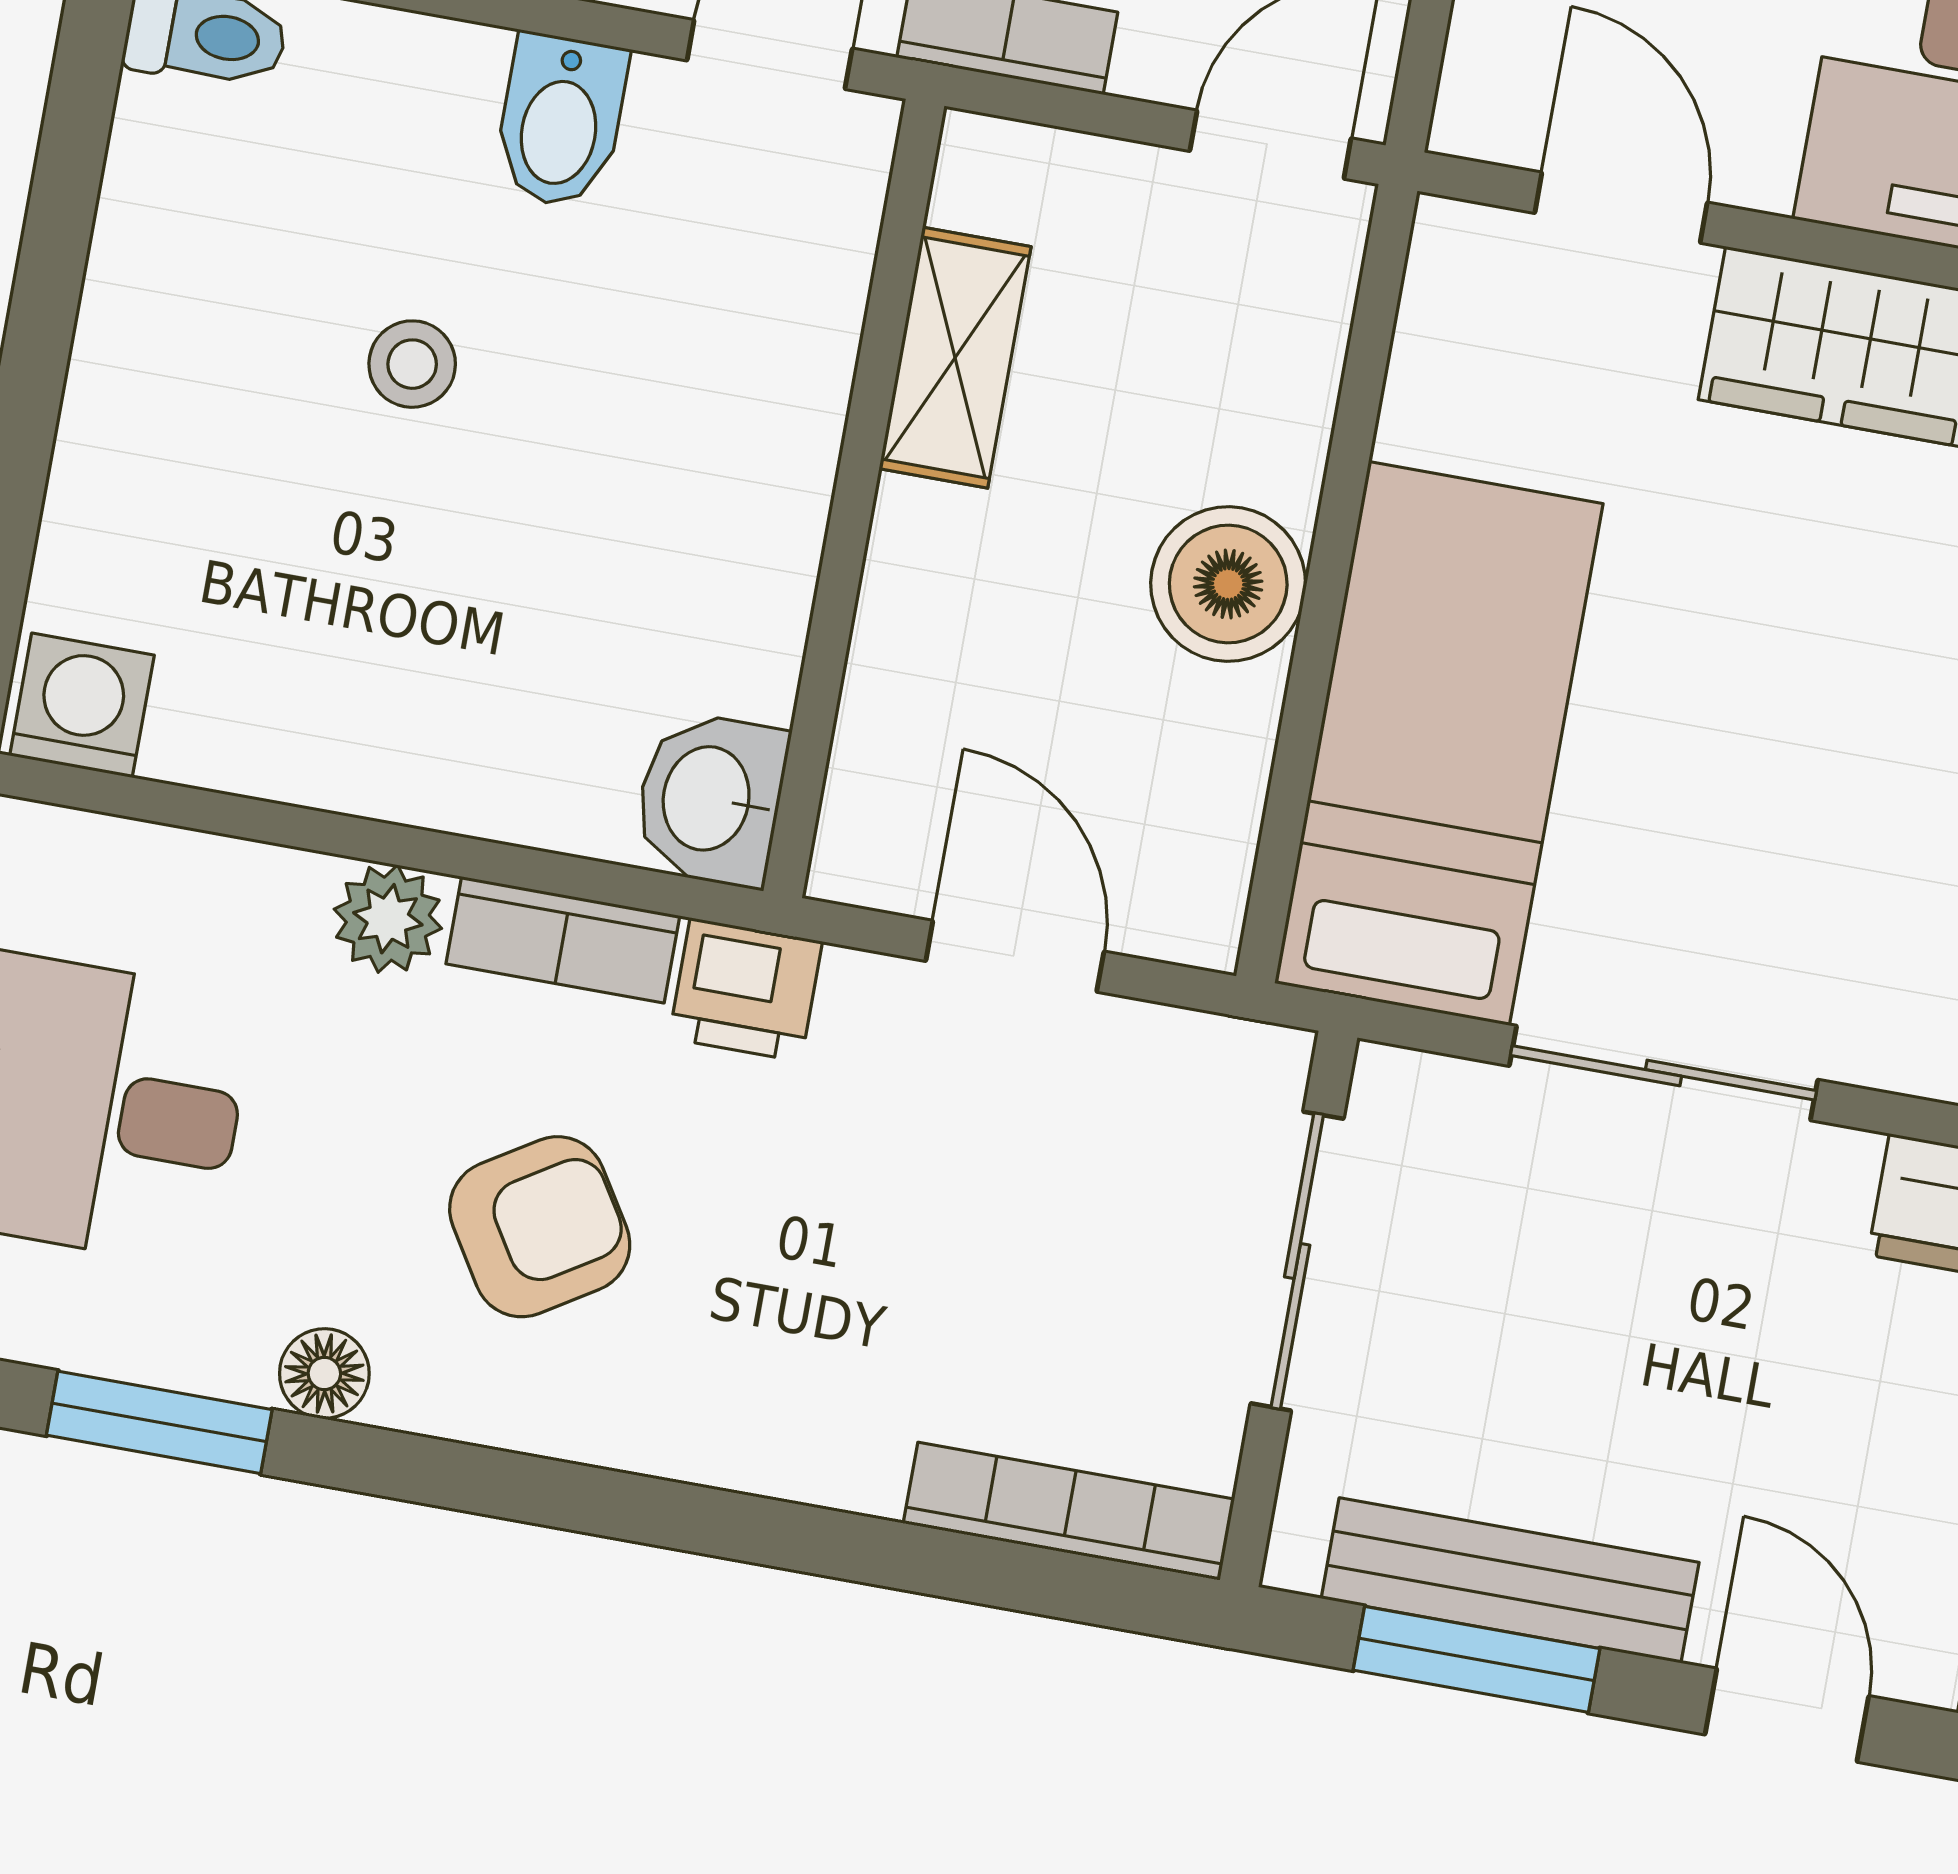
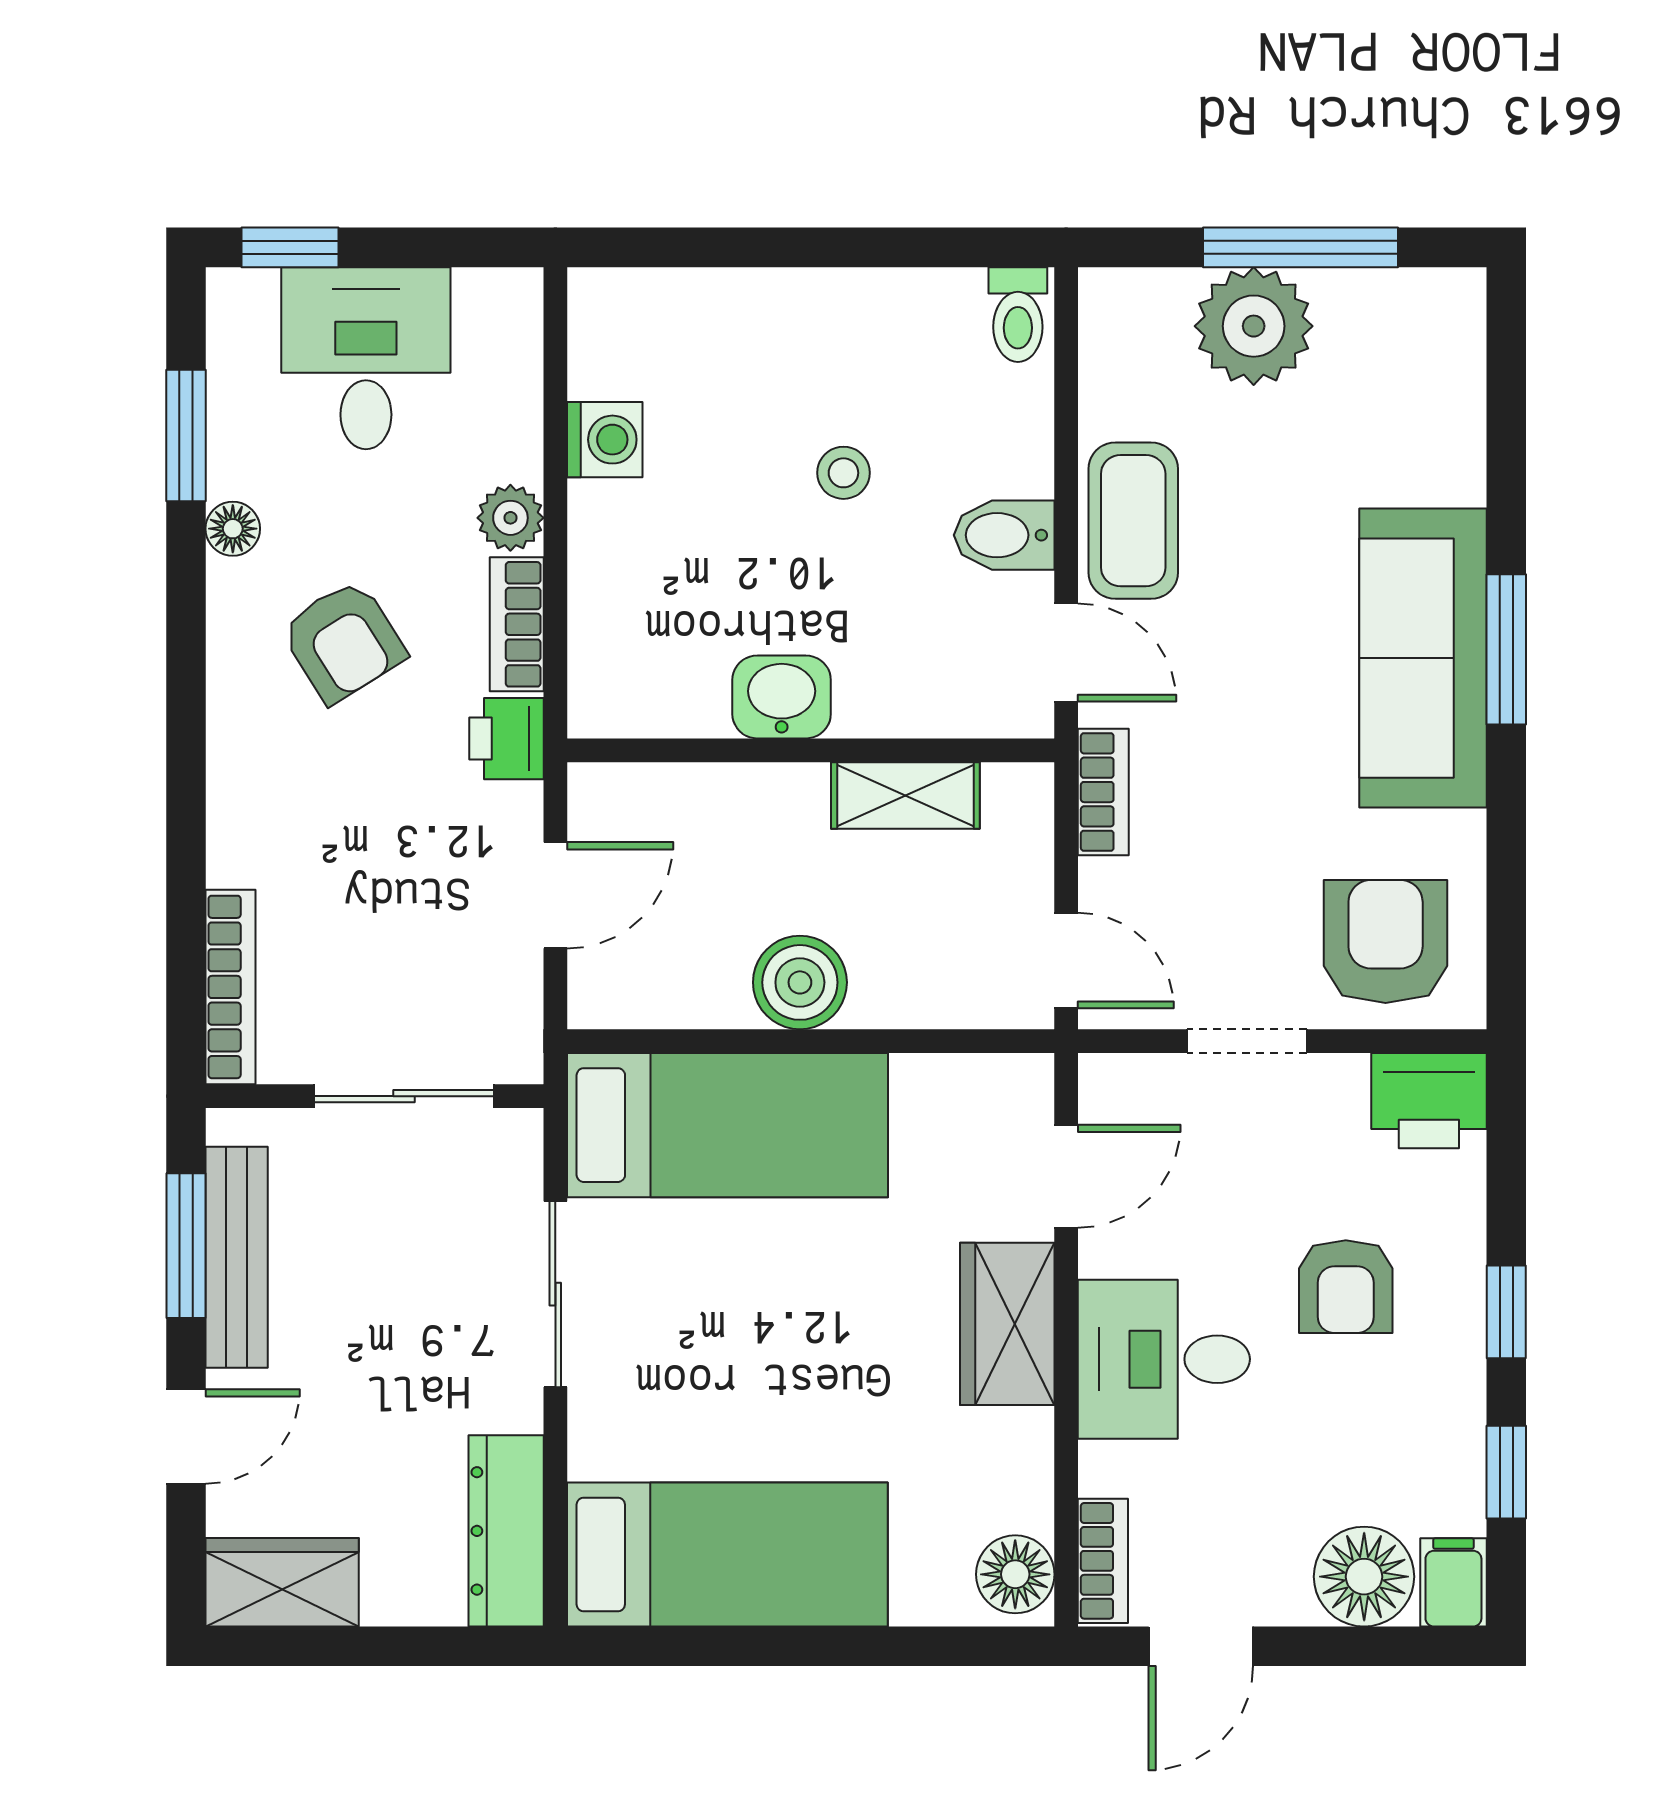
washing machine: (82, 705) -> (605, 440), moved
washbasin: (710, 799) -> (782, 697), moved

